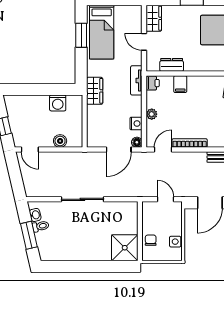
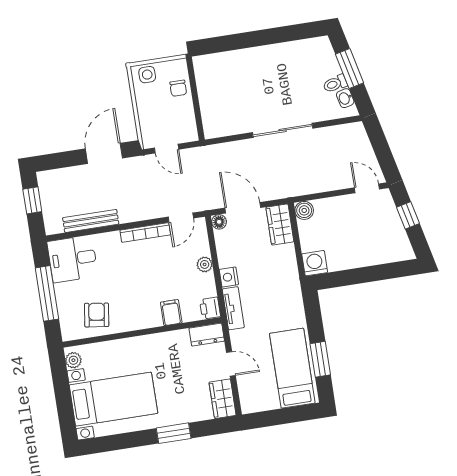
dresser: (172, 65) -> (207, 335), moved
wardrobe: (95, 91) -> (280, 224), moved
washing machine: (58, 103) -> (315, 263), moved
nightstand: (136, 123) -> (229, 277), moved
boiler: (60, 141) -> (304, 210), moved
door: (119, 150) -> (243, 208), hinge flipped
side table: (175, 242) -> (147, 75), moved
shower: (125, 248) -> (213, 72), removed

